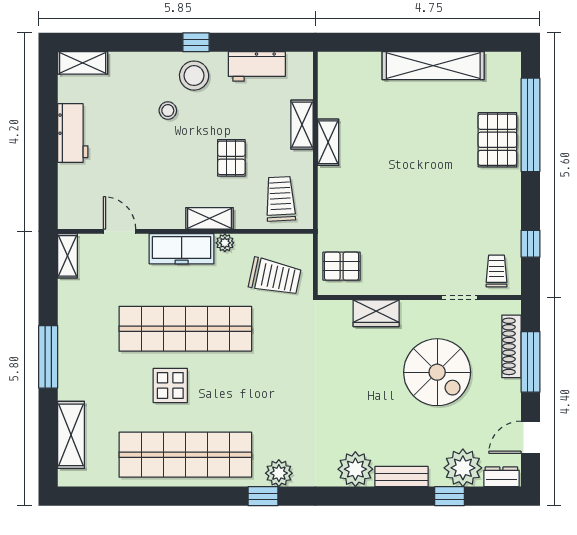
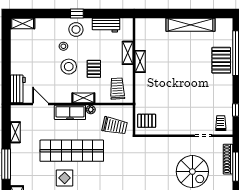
workbench: (73, 133) -> (18, 89), moved
stool: (179, 153) -> (69, 67), added
shelving: (68, 256) -> (15, 132), moved
wardrobe: (376, 313) -> (163, 143), removed

